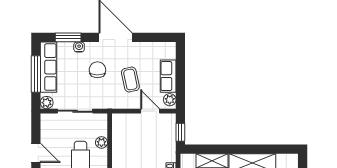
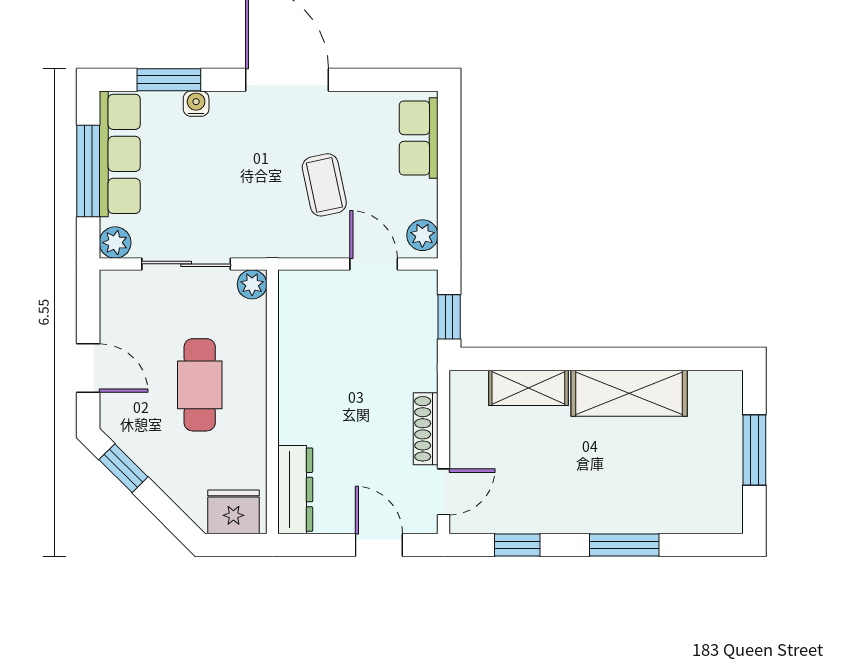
chair: (97, 70) -> (242, 161), removed
row of seats: (168, 76) -> (419, 138), moved
plant: (101, 142) -> (252, 284), moved

